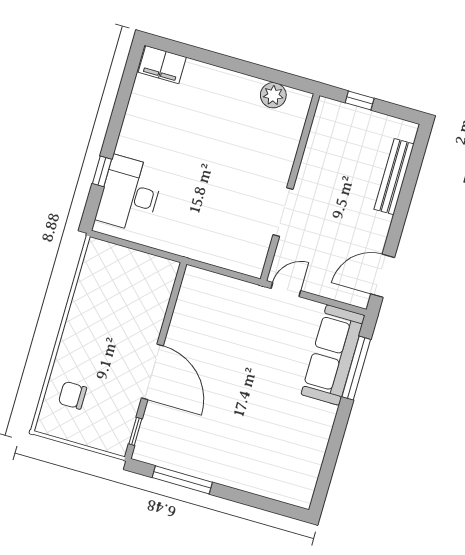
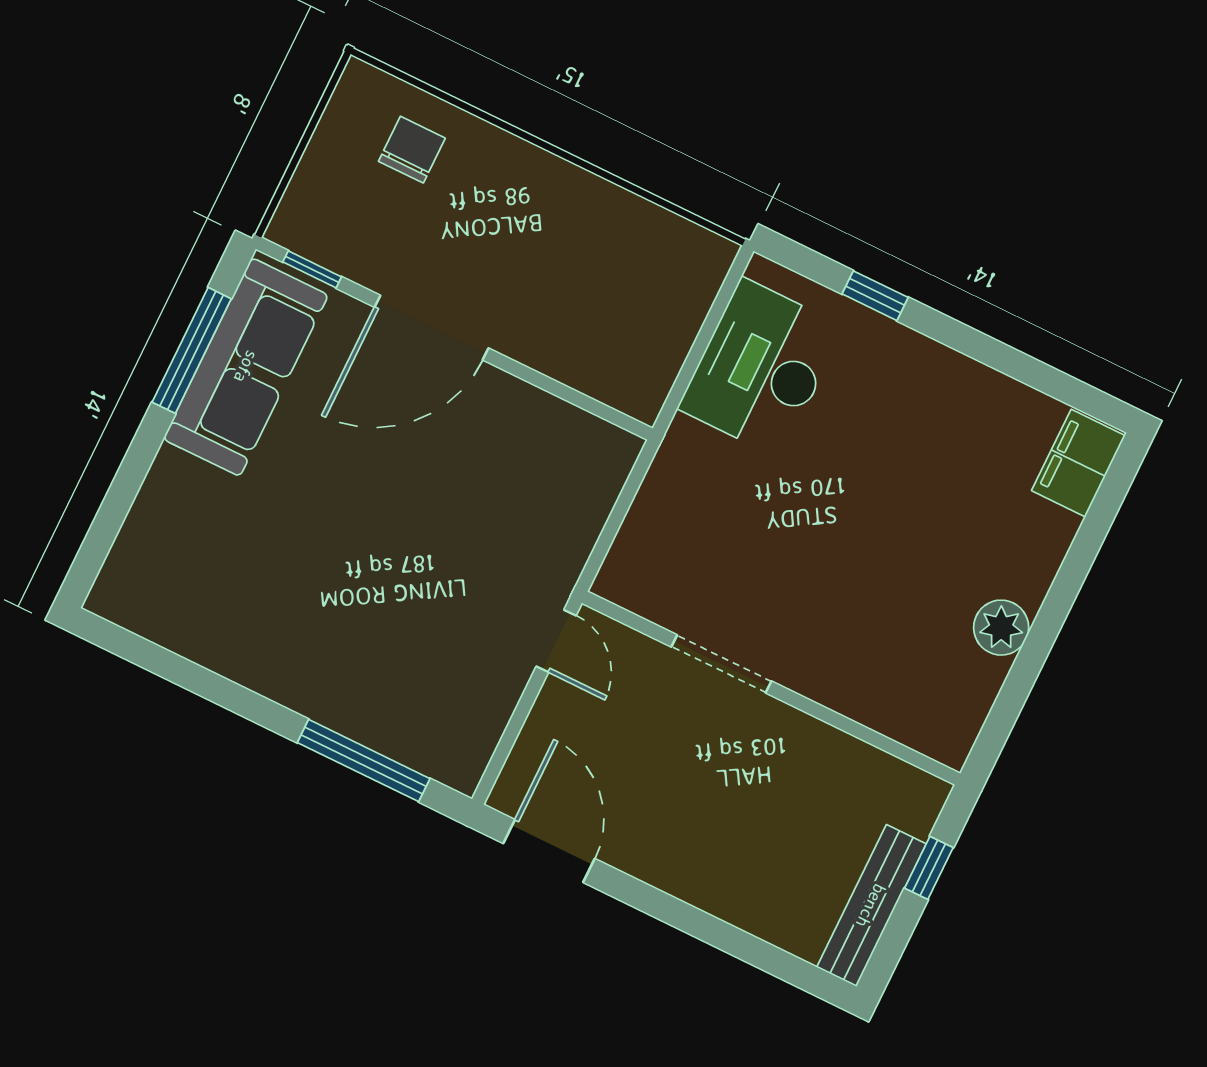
plant: (273, 95) -> (1001, 628), moved
bench: (394, 177) -> (871, 906), moved, turned 90
desk: (130, 194) -> (761, 368), moved, turned -90
sofa: (333, 355) -> (246, 367), moved, turned 90

